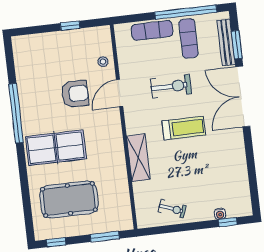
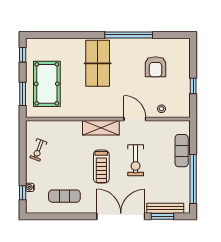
exercise mat: (189, 38) -> (64, 196), moved
armchair: (75, 94) -> (156, 67), moved
shelving: (138, 158) -> (101, 128), moved
pool table: (69, 199) -> (47, 84), moved

